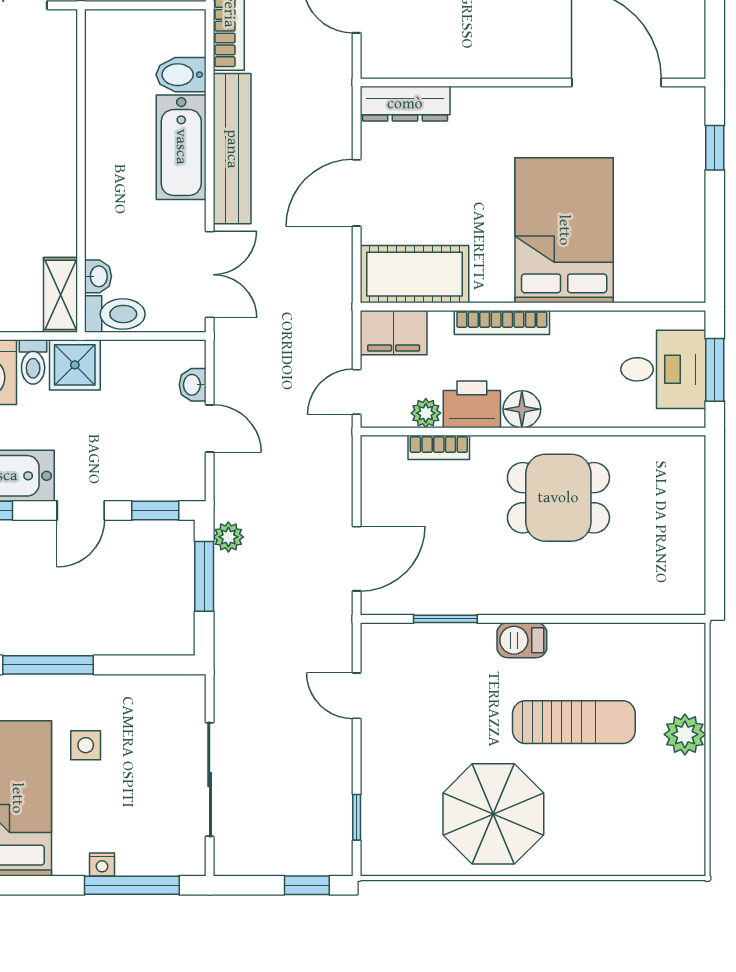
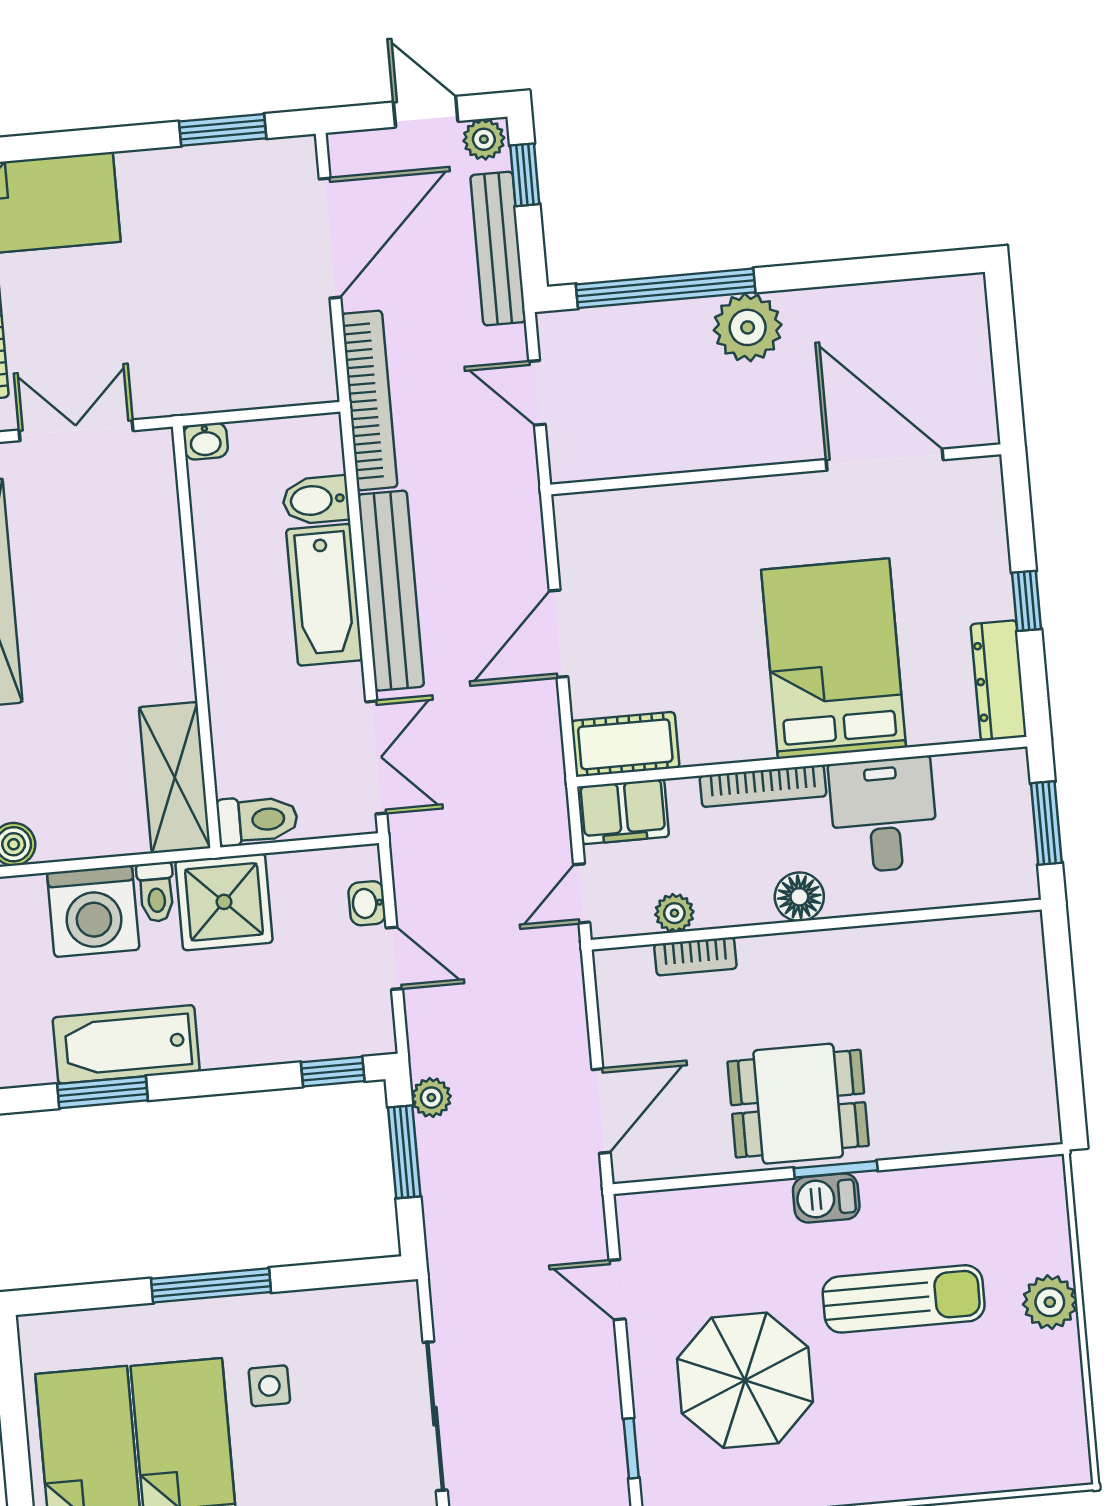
dresser: (405, 104) -> (999, 680), moved, turned 90
window: (715, 148) -> (1027, 601), moved
cot: (414, 274) -> (625, 744), width x0.73, depth x0.75
washbasin: (98, 276) -> (205, 441), moved, turned 90
shelving: (61, 295) -> (175, 778), width x1.50, depth x1.33
shower: (75, 365) -> (224, 902), width x1.36, depth x1.36
desk: (663, 369) -> (884, 815), moved, turned -90
printer: (472, 404) -> (734, 896), removed
dining table: (558, 498) -> (798, 1104), moved
door: (81, 511) -> (236, 1080), removed
window: (445, 619) -> (836, 1169), moved
parasol: (493, 814) -> (745, 1380), moved

